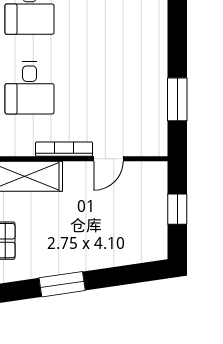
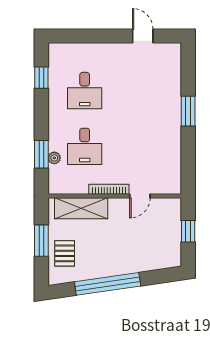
window: (177, 99) -> (188, 111), moved
window: (62, 284) -> (108, 284), width x2.11

